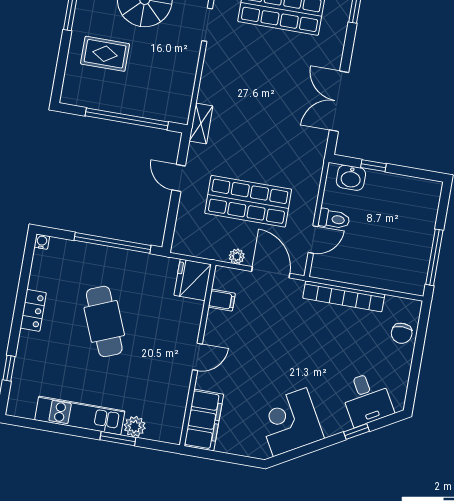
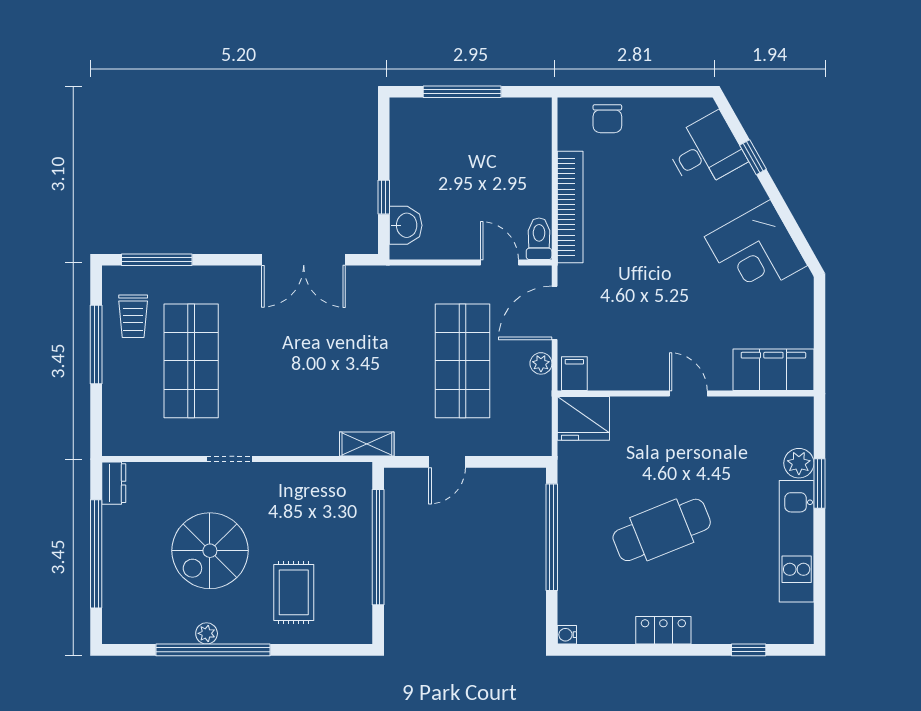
toilet: (334, 219) -> (539, 239), moved
window: (434, 257) -> (462, 92), moved
filing cabinet: (222, 300) -> (574, 374), moved
chair: (402, 333) -> (607, 119), turned 90

